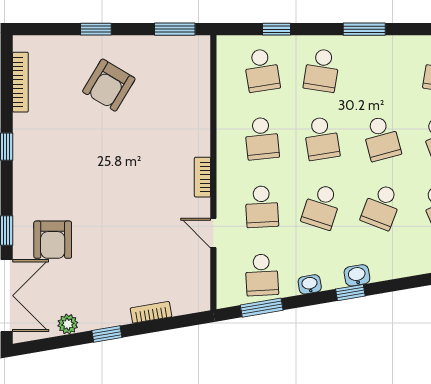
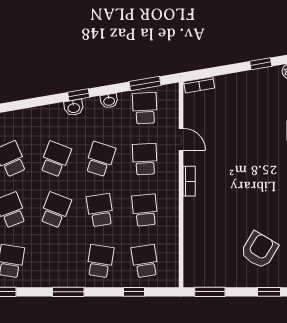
school desk: (381, 138) -> (55, 210), turned 36
bookcase: (151, 312) -> (199, 85), moved

